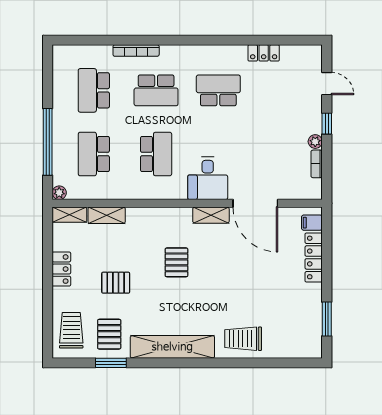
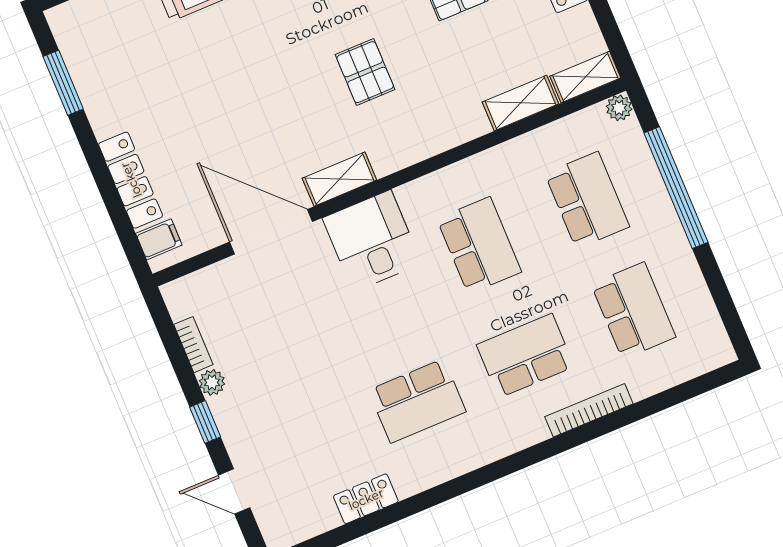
school desk: (156, 154) -> (479, 245), turned 180

